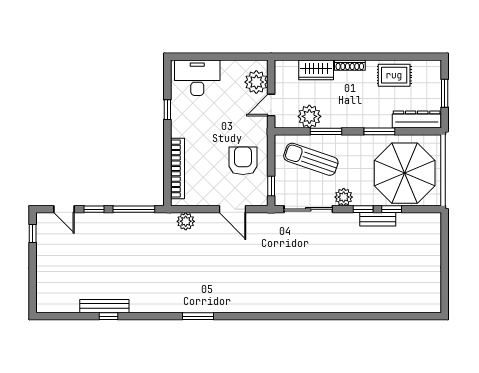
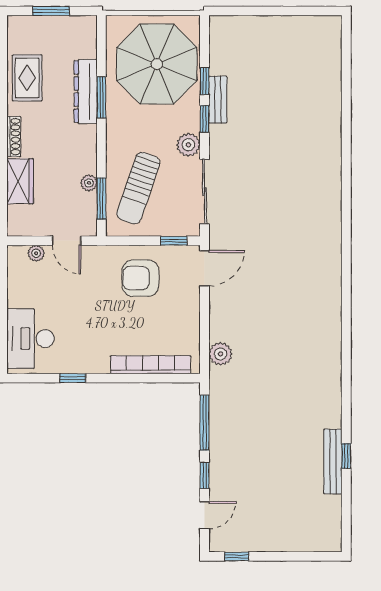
plant: (256, 82) -> (36, 253), width x0.53, depth x0.53
plant: (309, 116) -> (89, 183), width x0.53, depth x0.53
dresser: (417, 119) -> (86, 92), moved
window: (326, 131) -> (101, 199), moved
door: (233, 209) -> (205, 268), moved
window: (198, 316) -> (346, 338), removed

